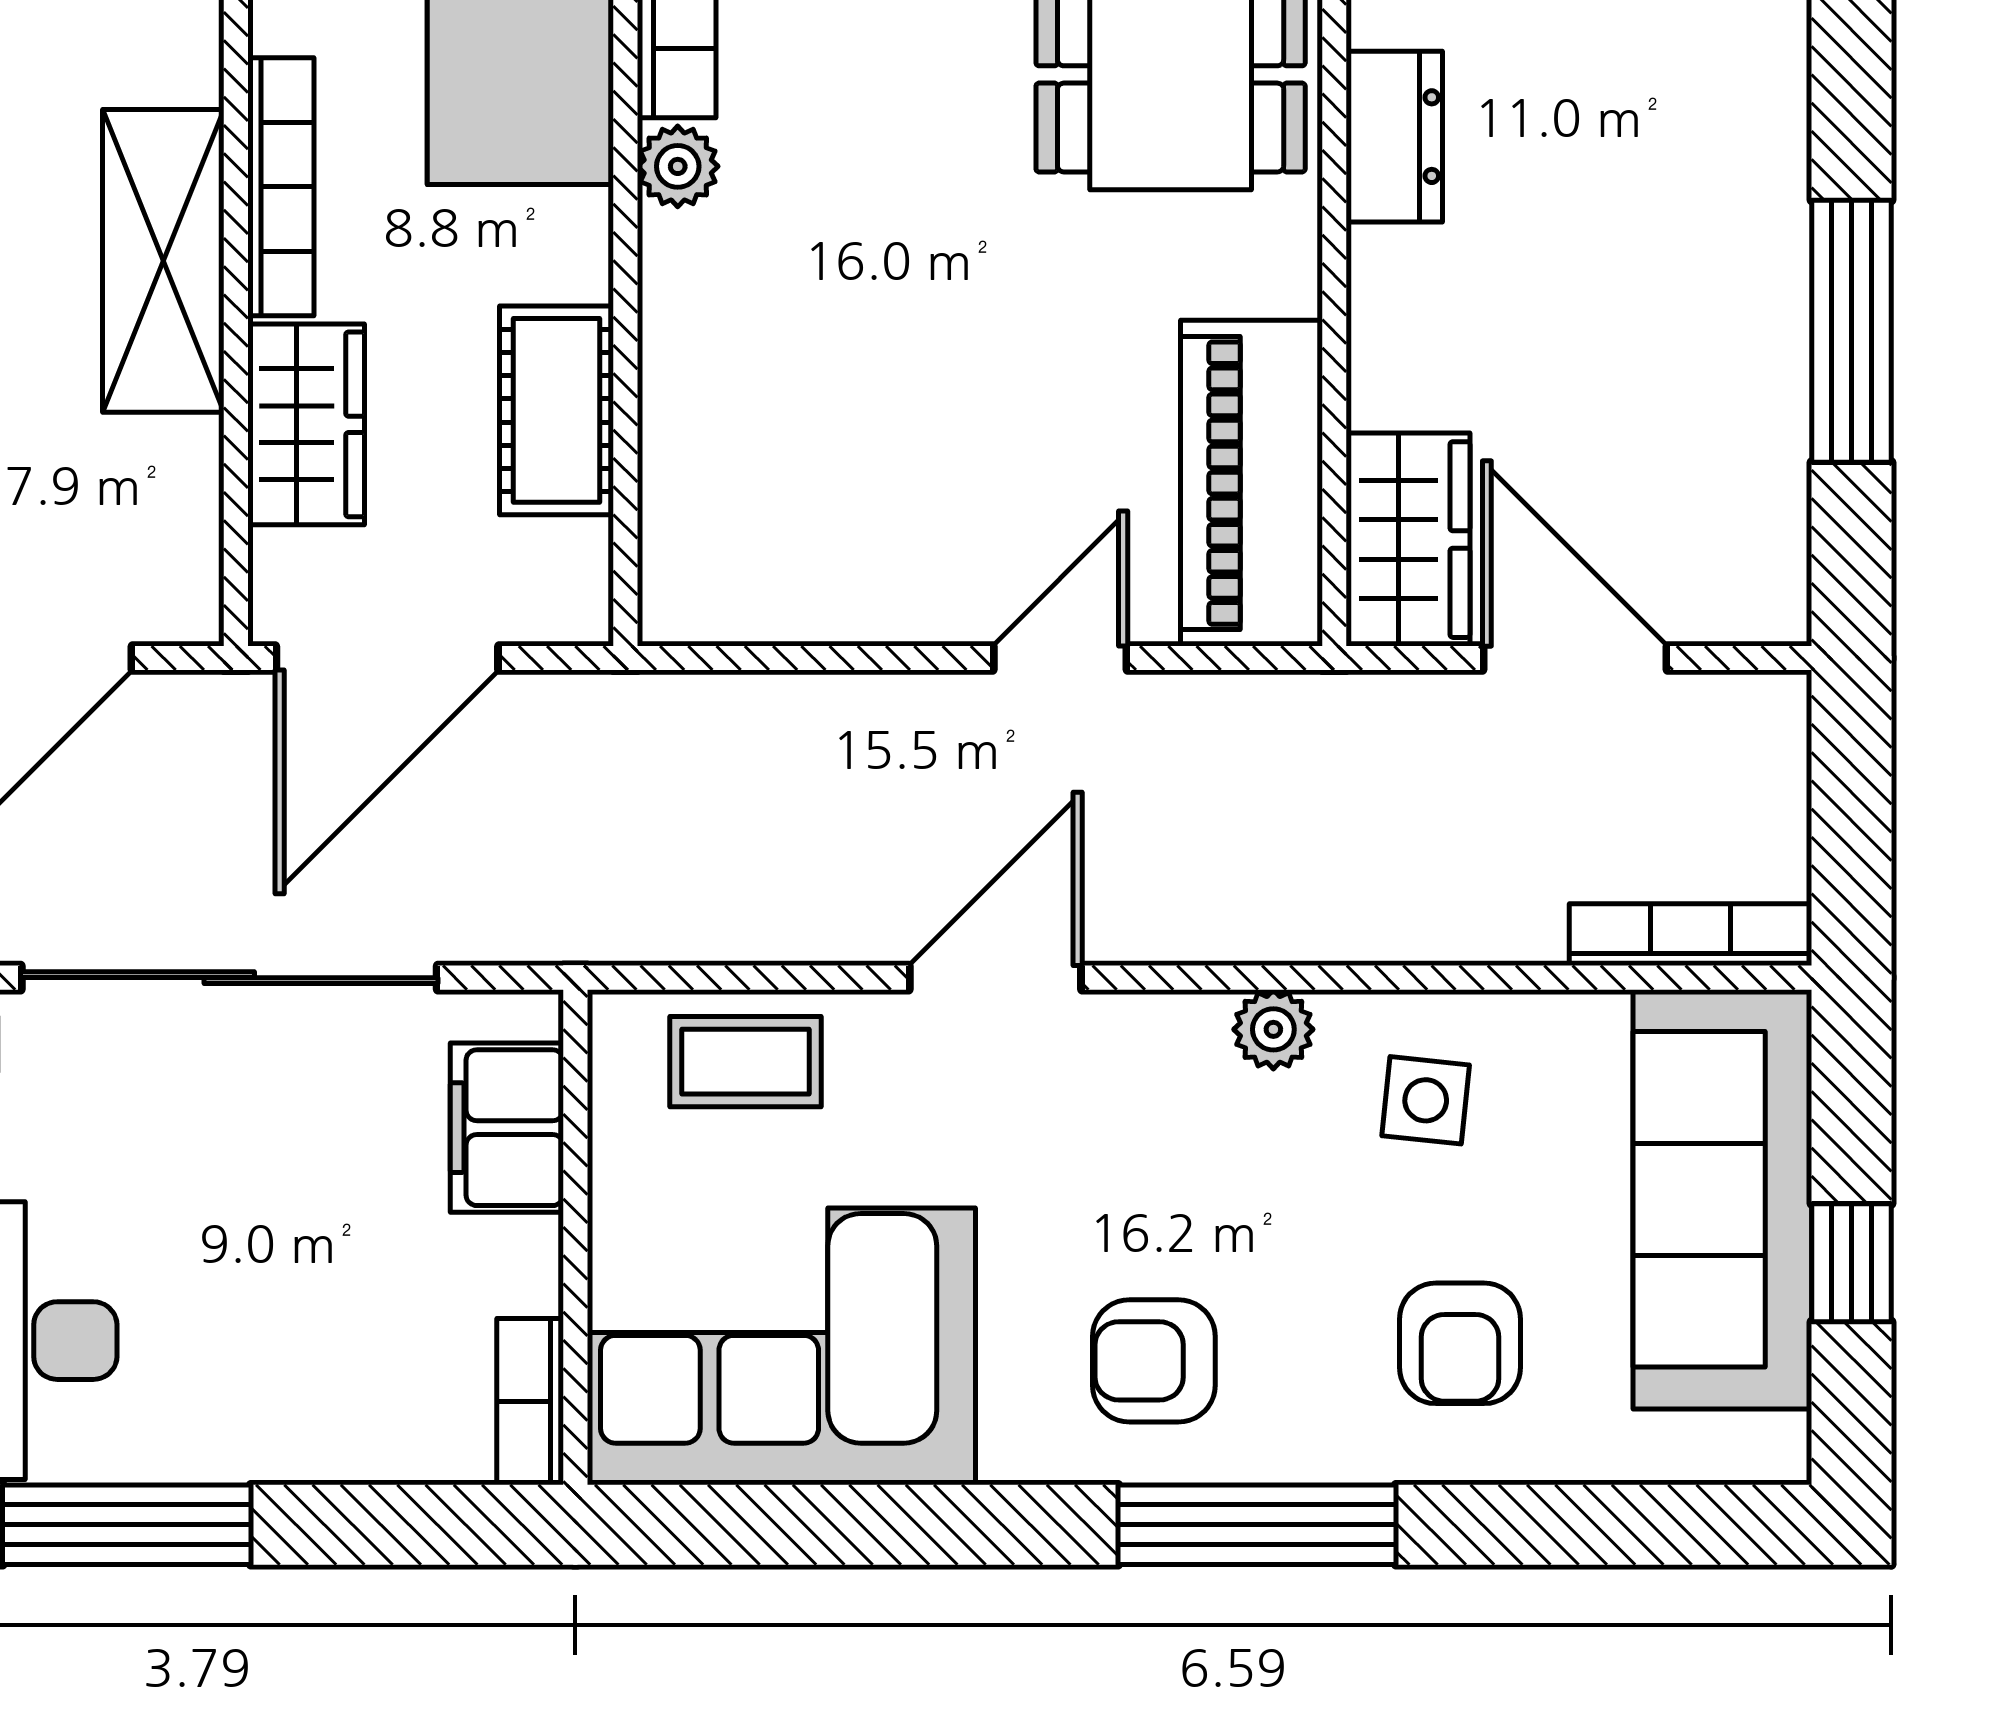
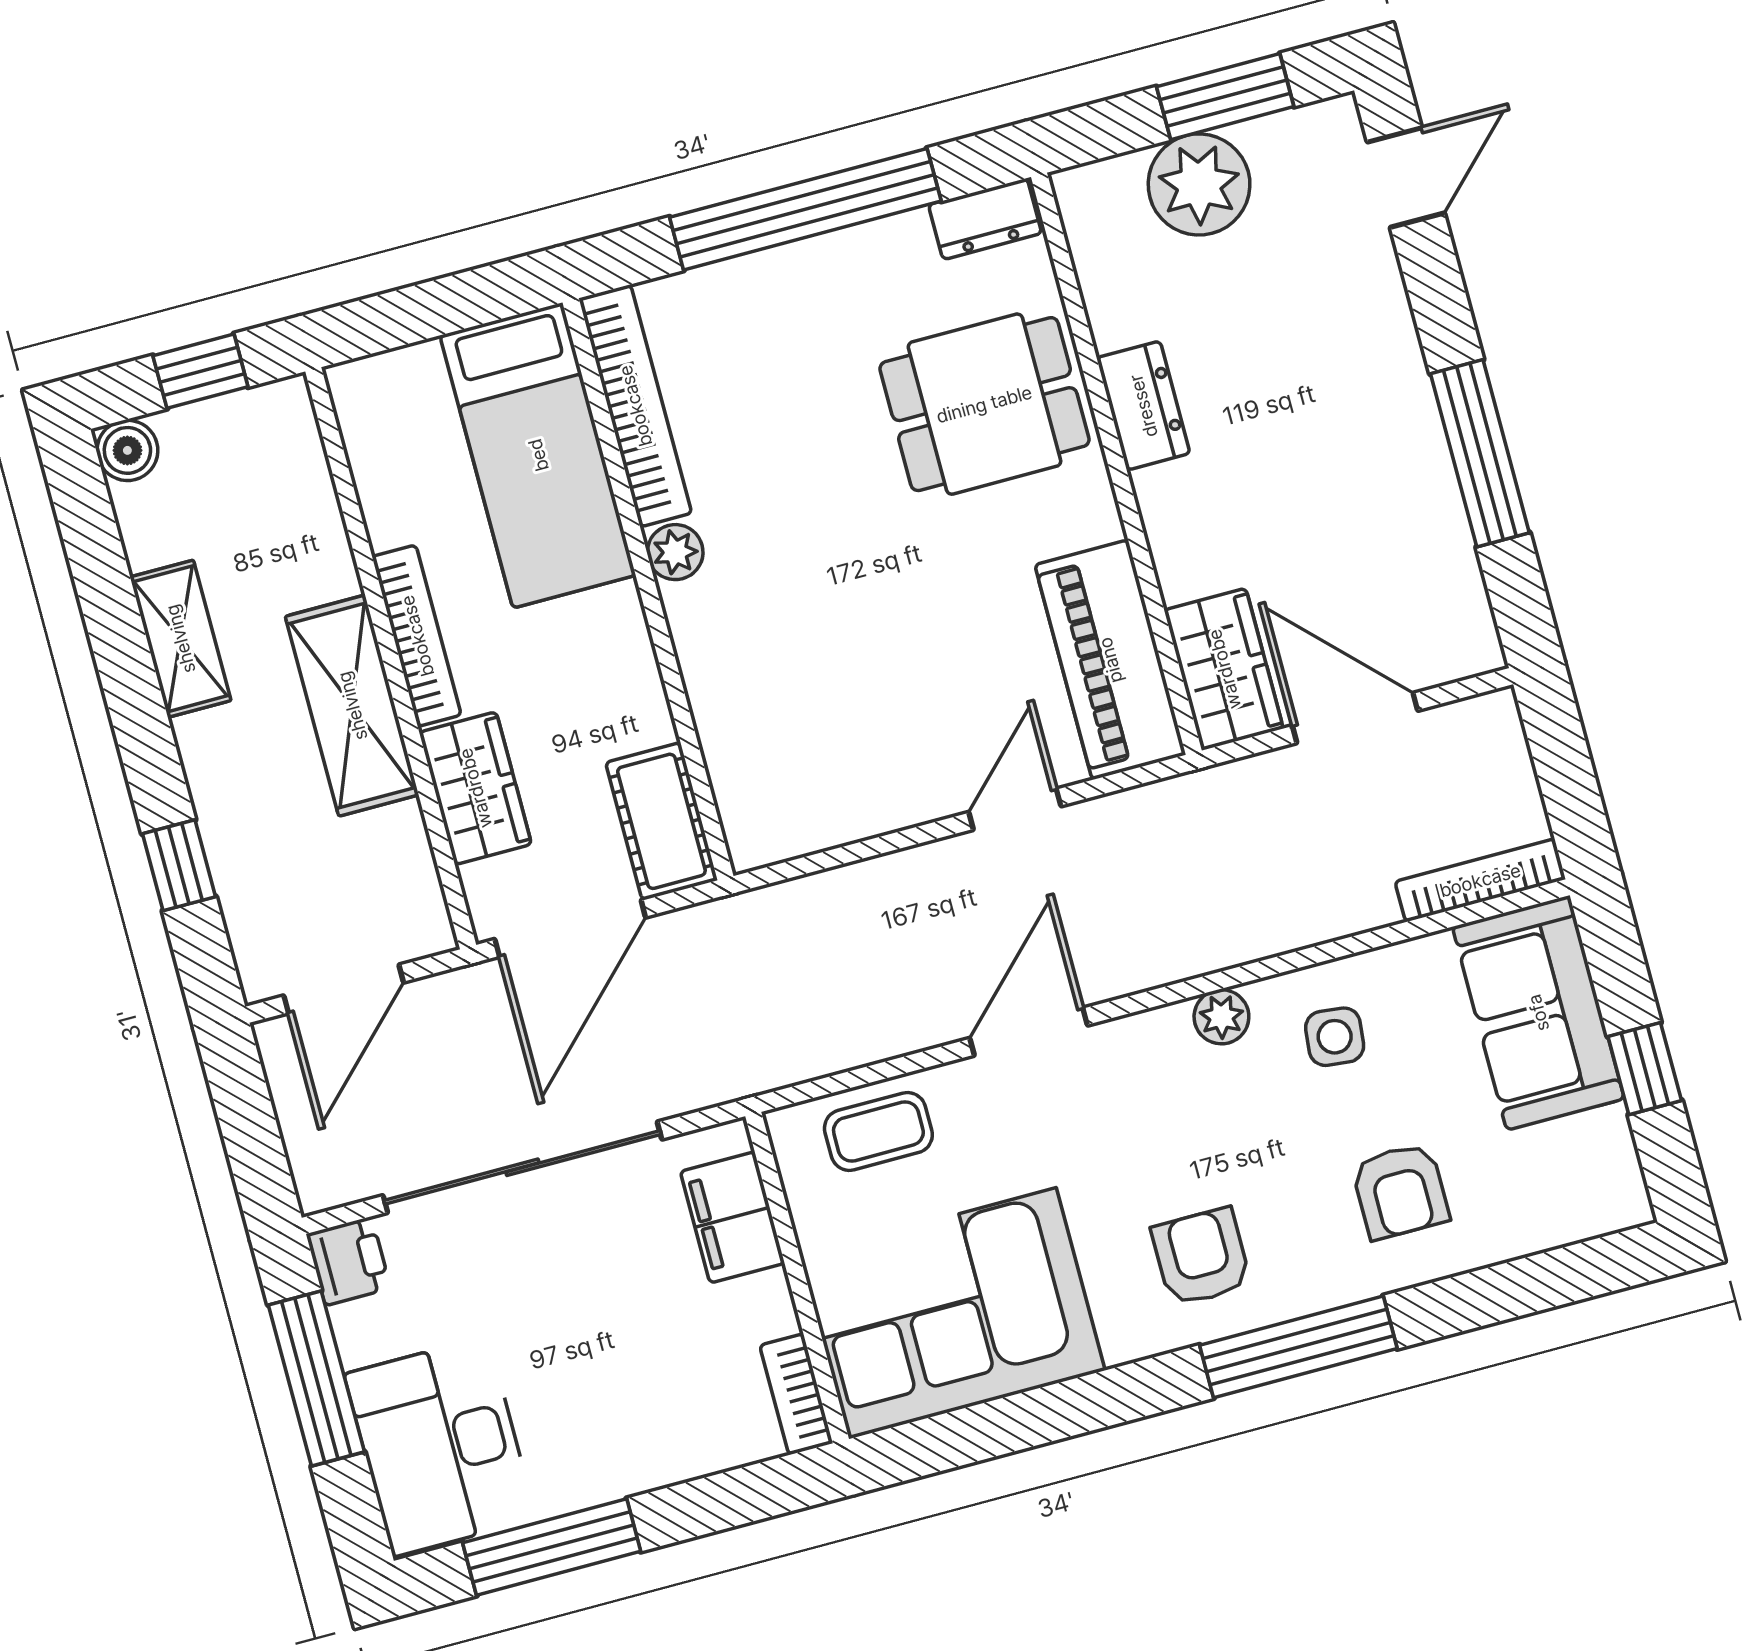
cot: (556, 410) -> (661, 821), moved
sofa: (1722, 1199) -> (1538, 1013), width x0.73
armchair: (1154, 1361) -> (1201, 1257), turned 90

